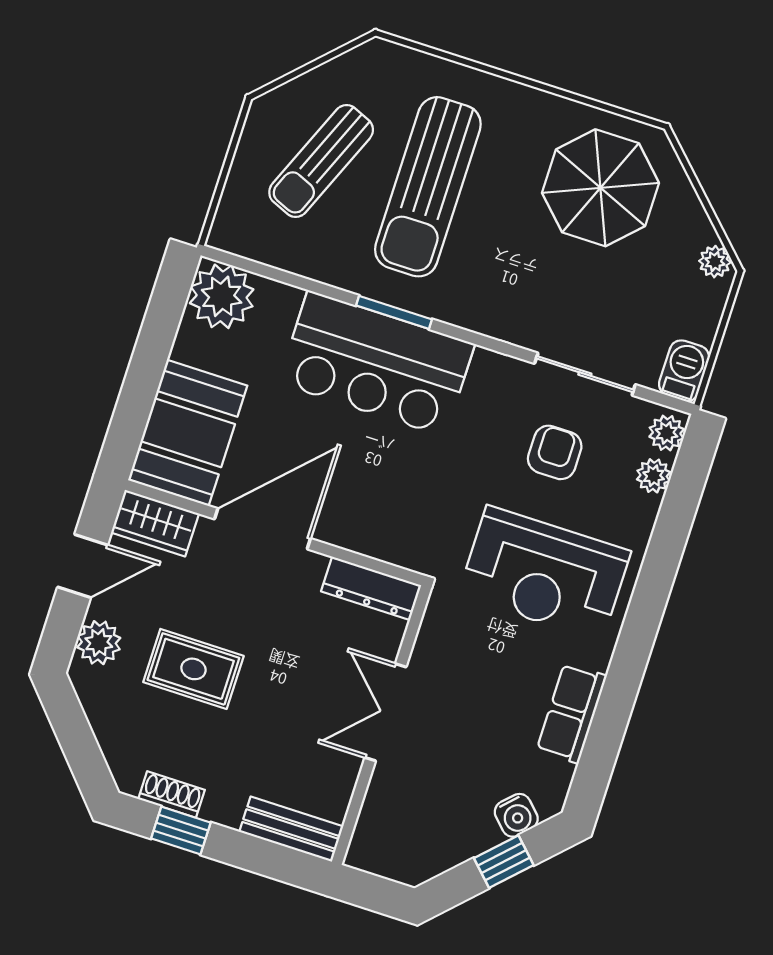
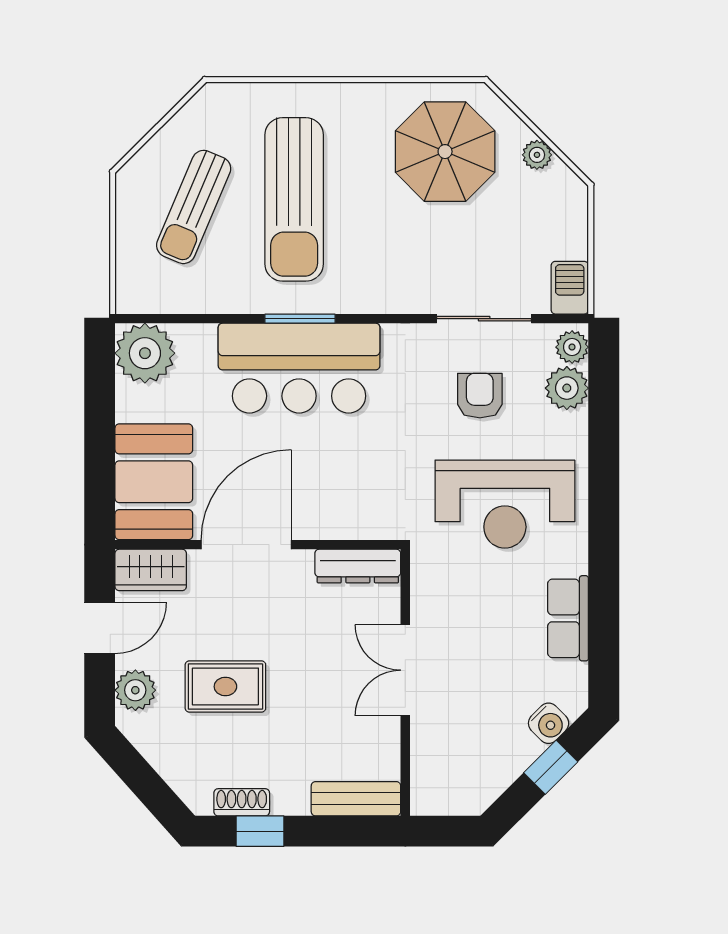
plant: (715, 262) -> (537, 155), moved
plant: (654, 476) -> (567, 388), width x1.38, depth x1.38

